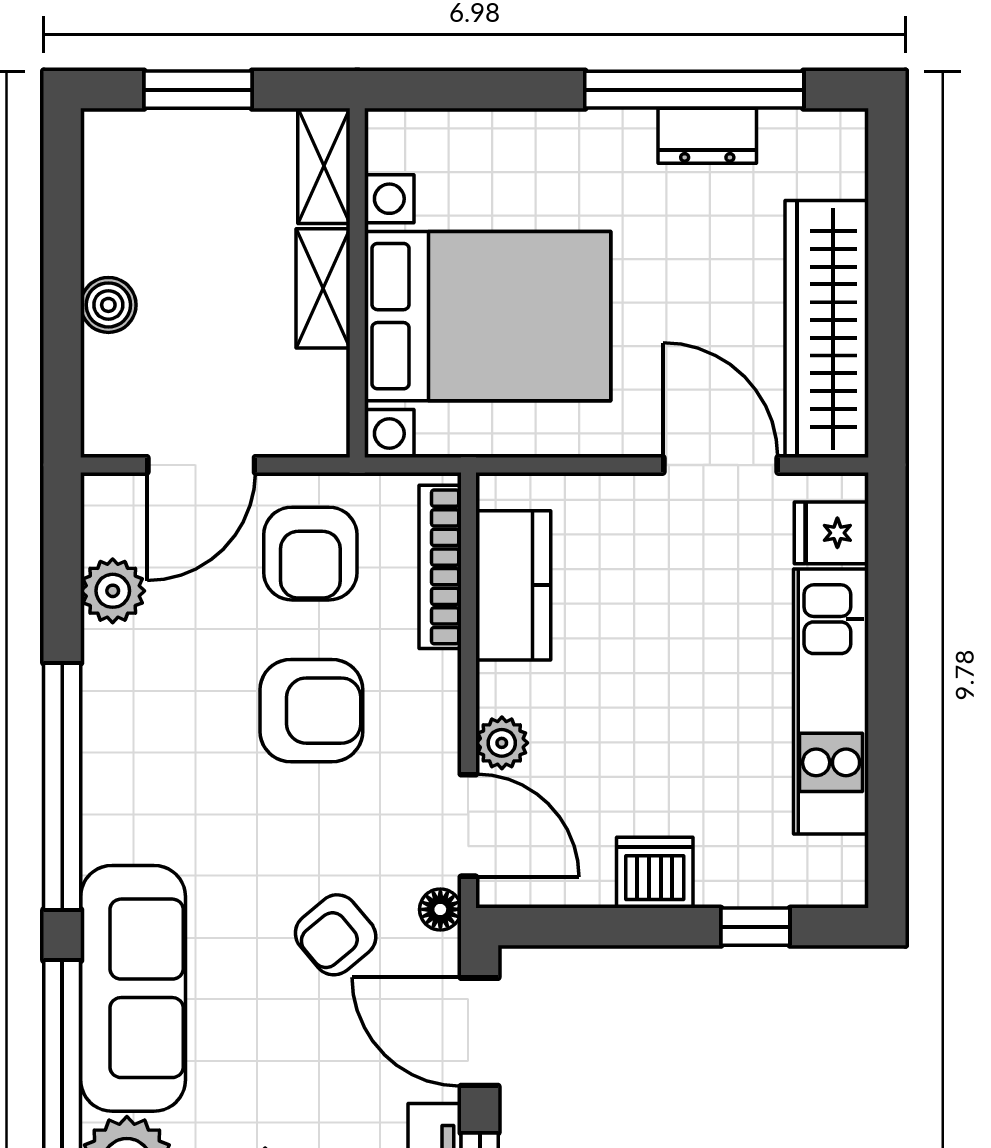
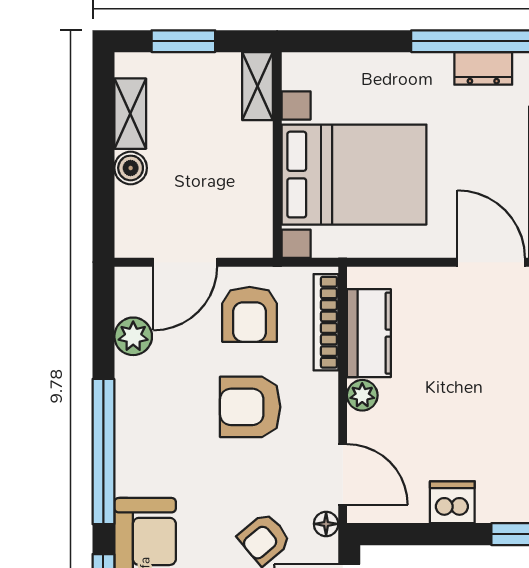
shelving: (323, 288) -> (130, 114), moved
armchair: (311, 711) -> (250, 407), turned 180
plant: (502, 743) -> (362, 395), moved

